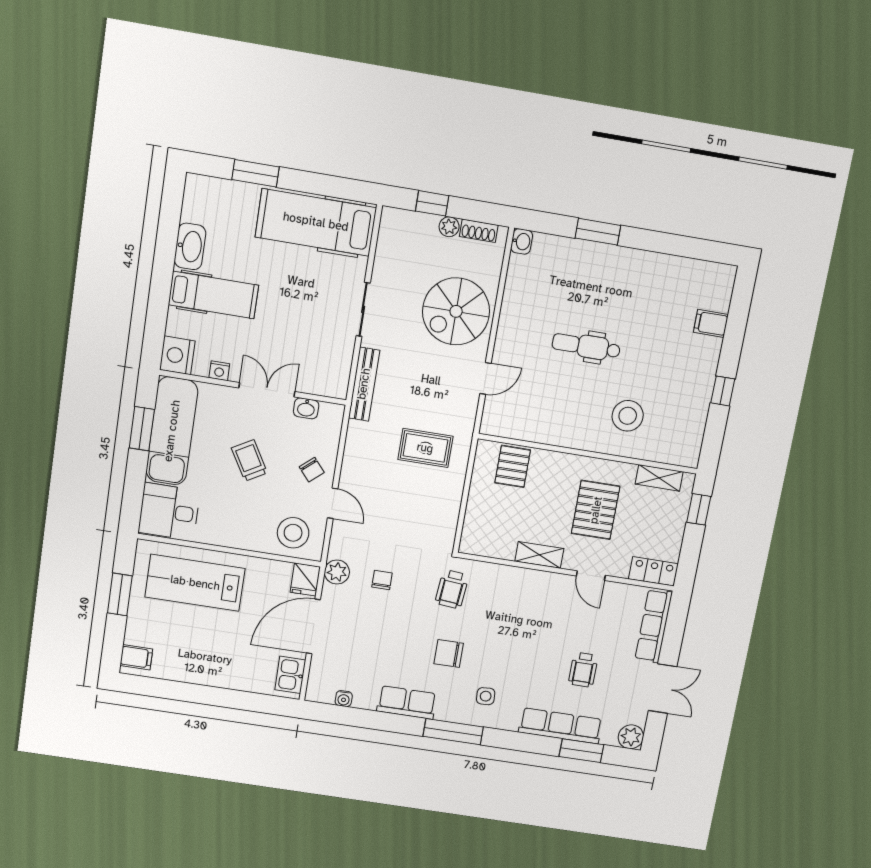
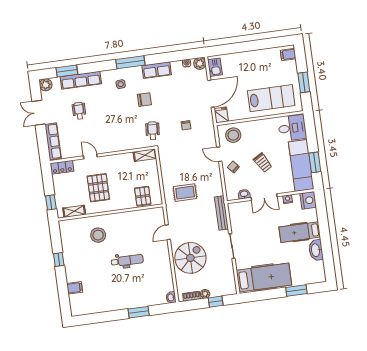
shelving: (539, 555) -> (145, 155), moved
plant: (337, 572) -> (200, 63), moved

